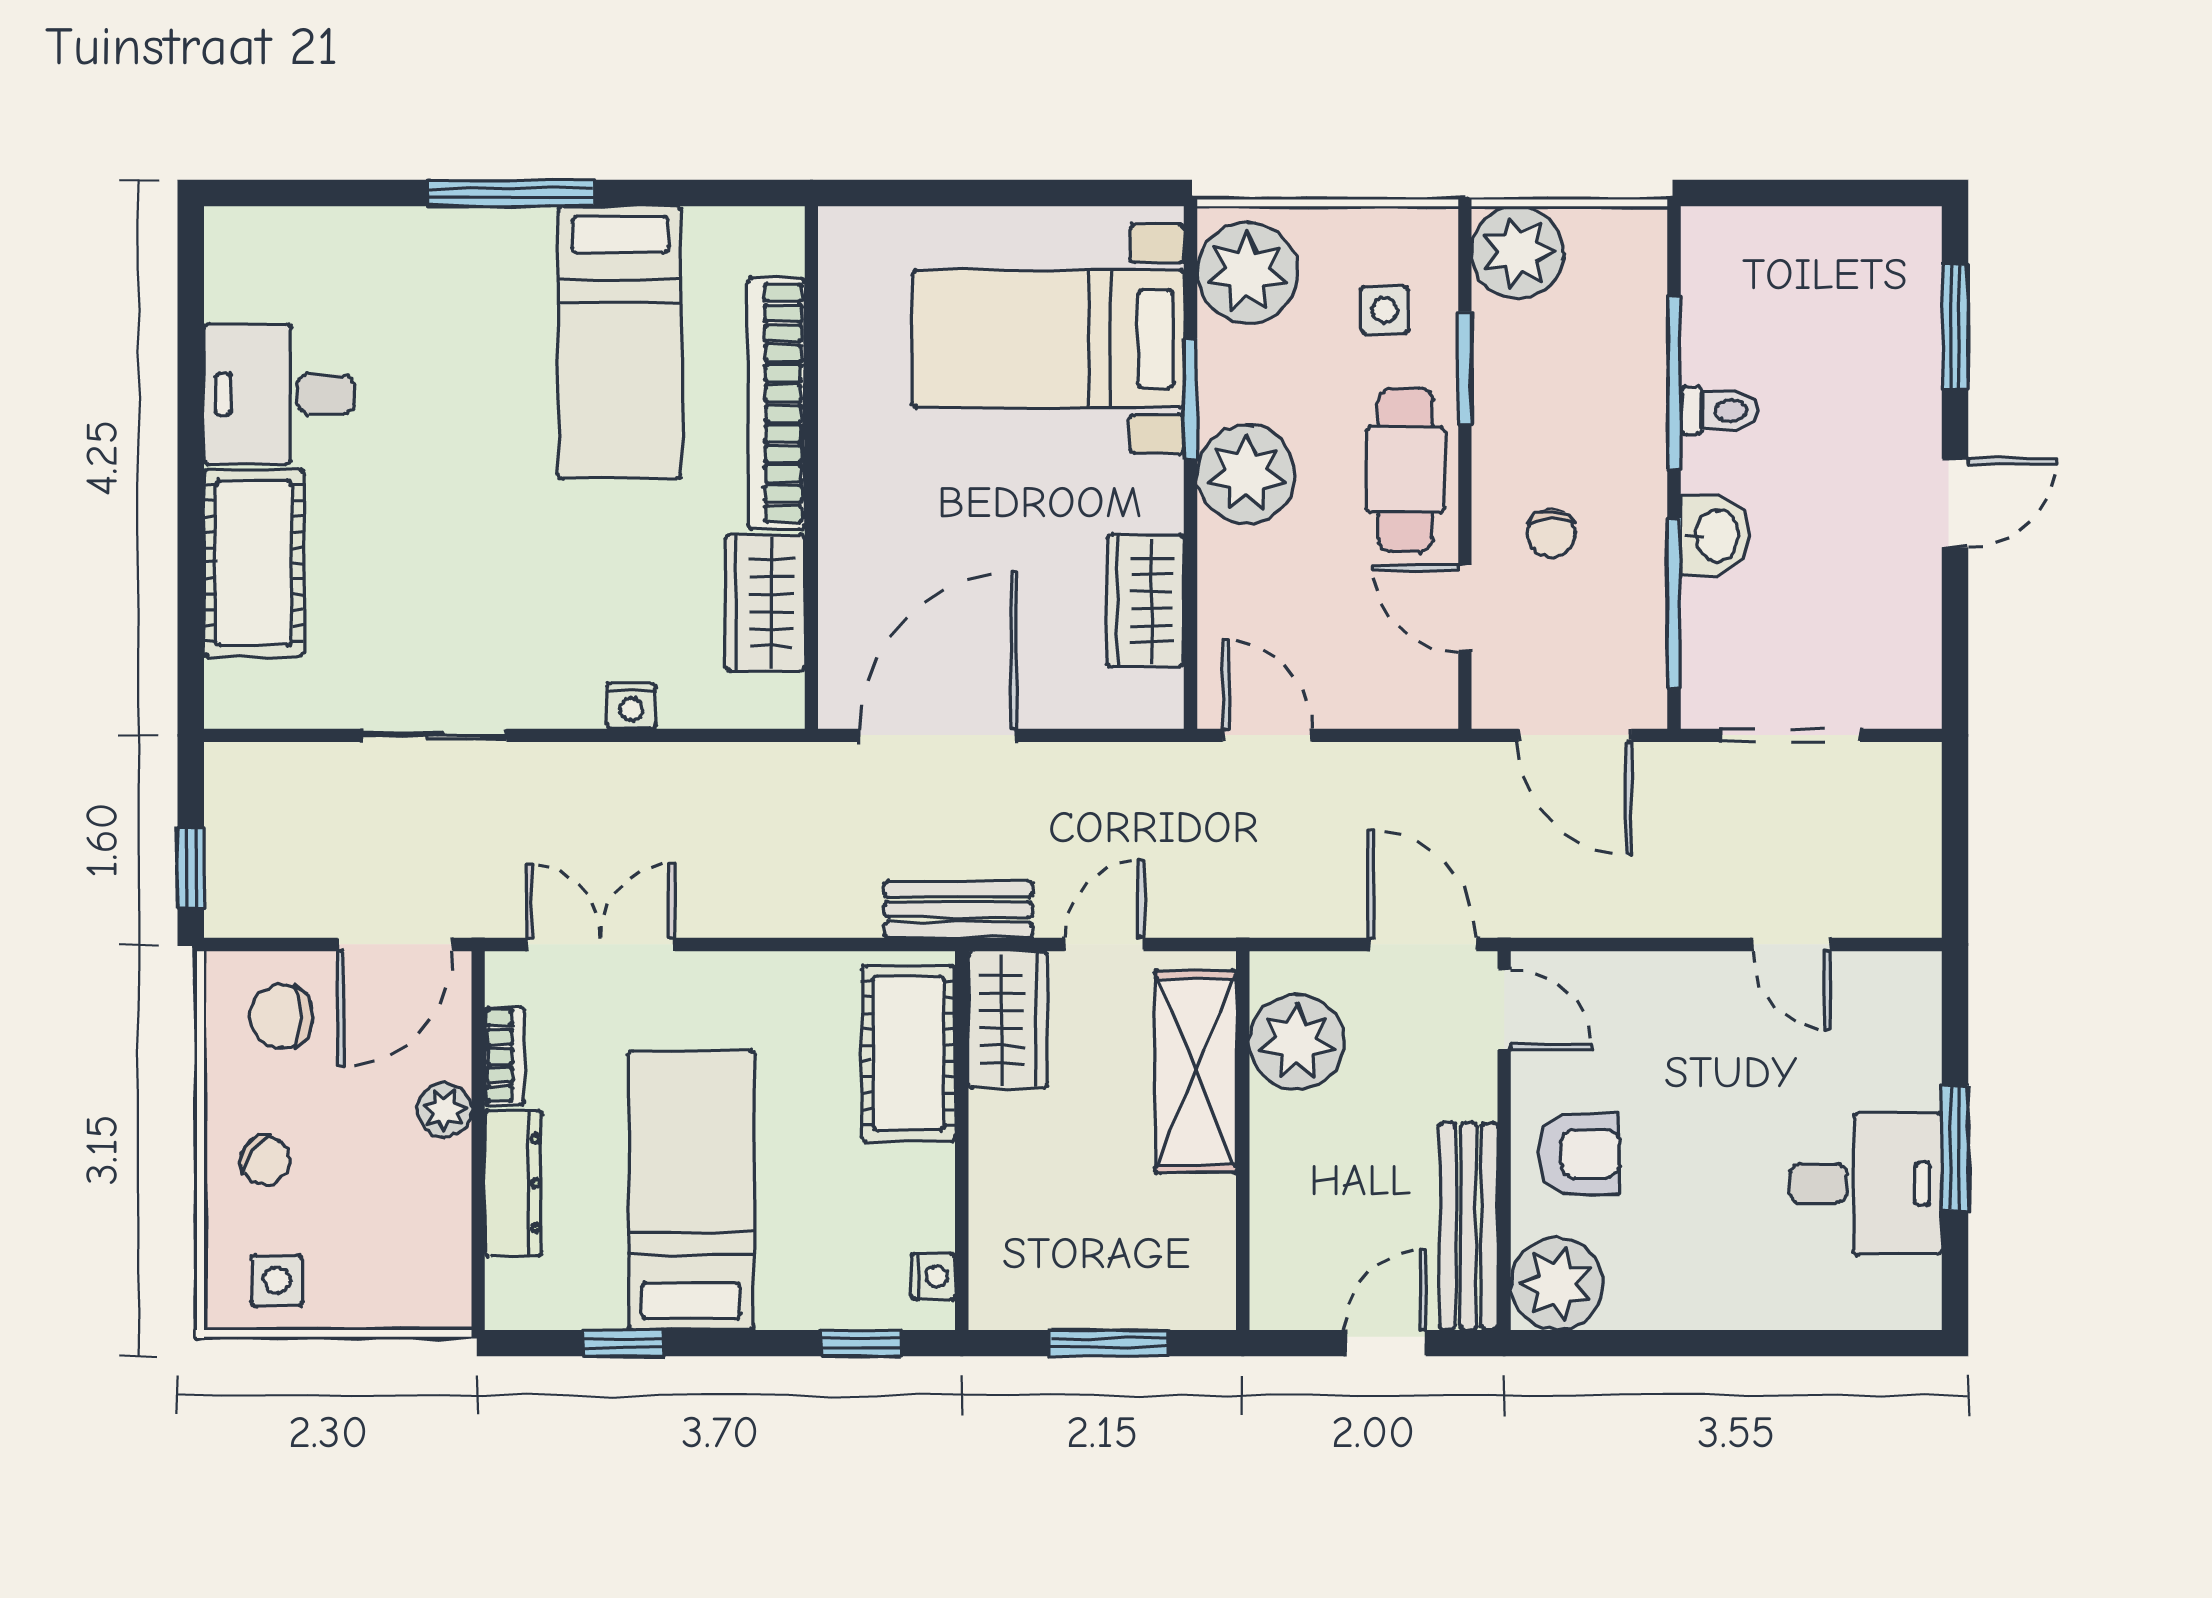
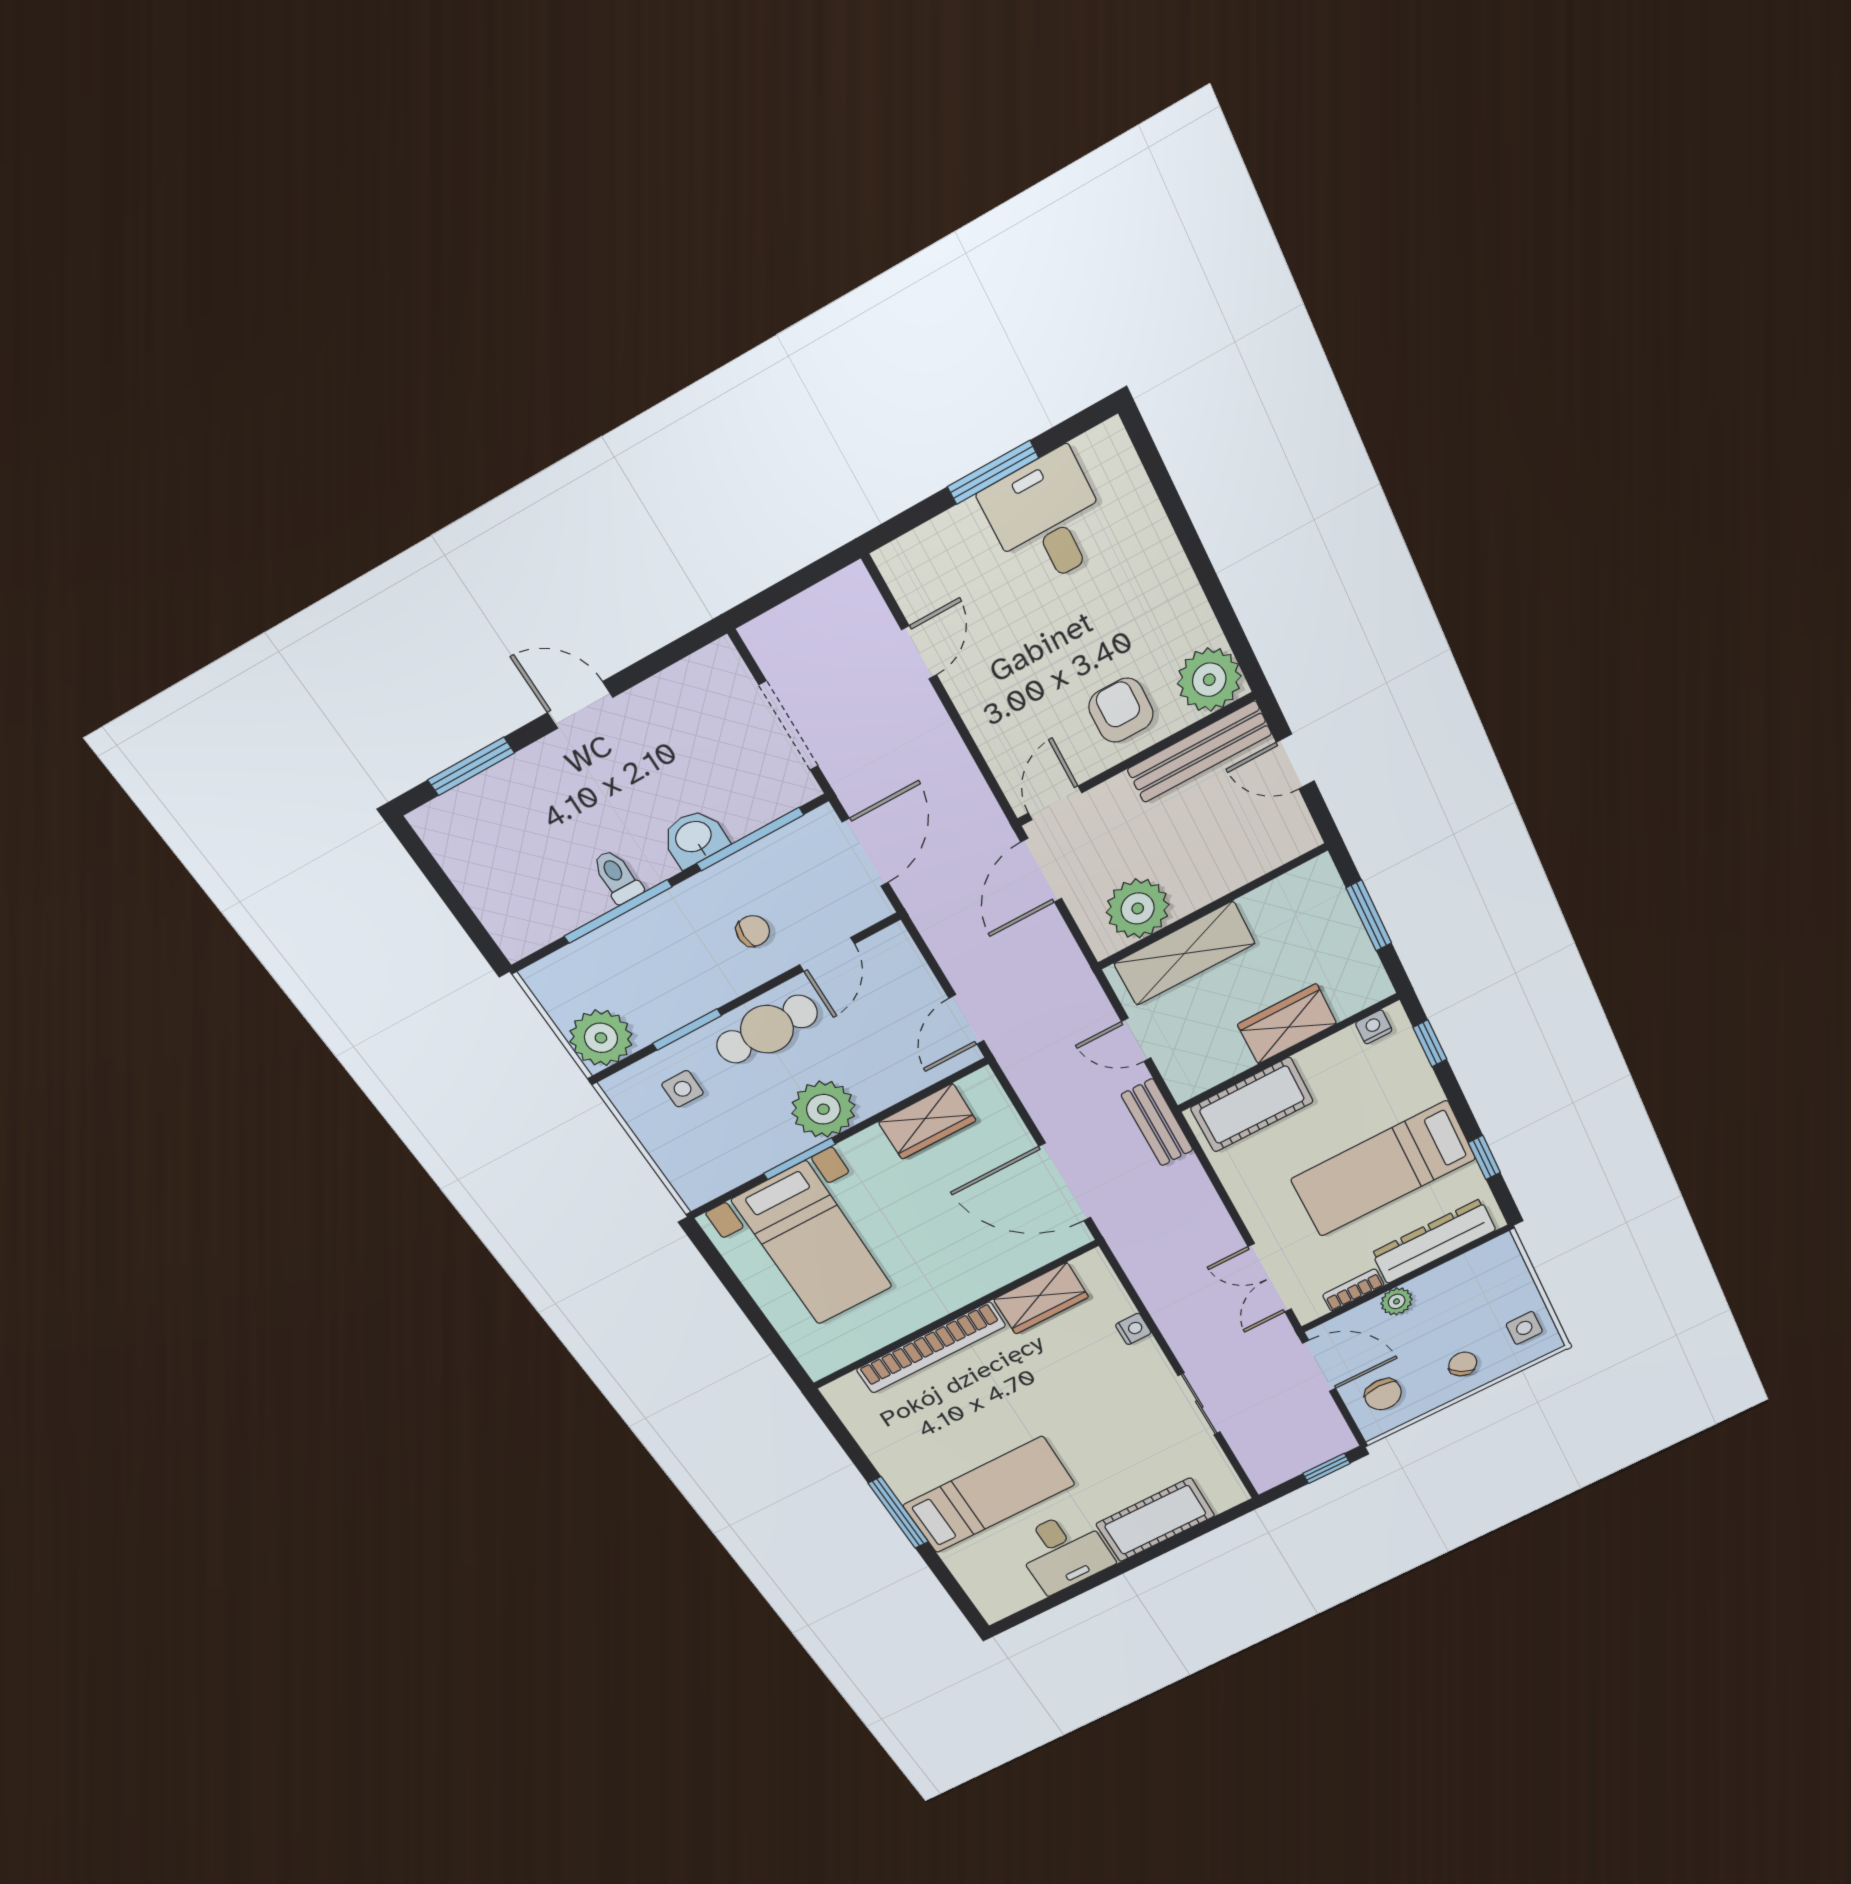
plant: (1247, 273) -> (710, 1168), removed
bed: (620, 342) -> (989, 1495), moved
wardrobe: (1008, 1020) -> (1287, 1024), moved
dresser: (513, 1183) -> (1434, 1241), width x1.37, depth x1.24

